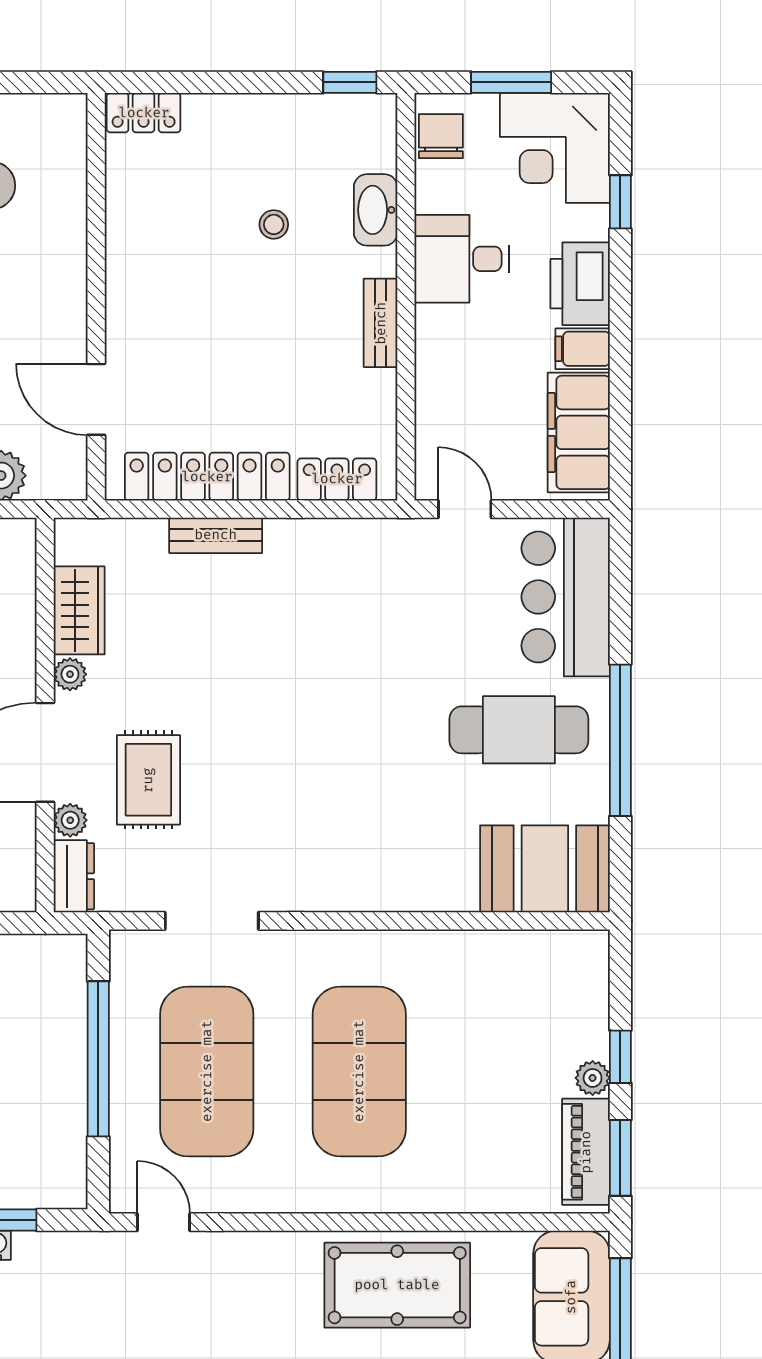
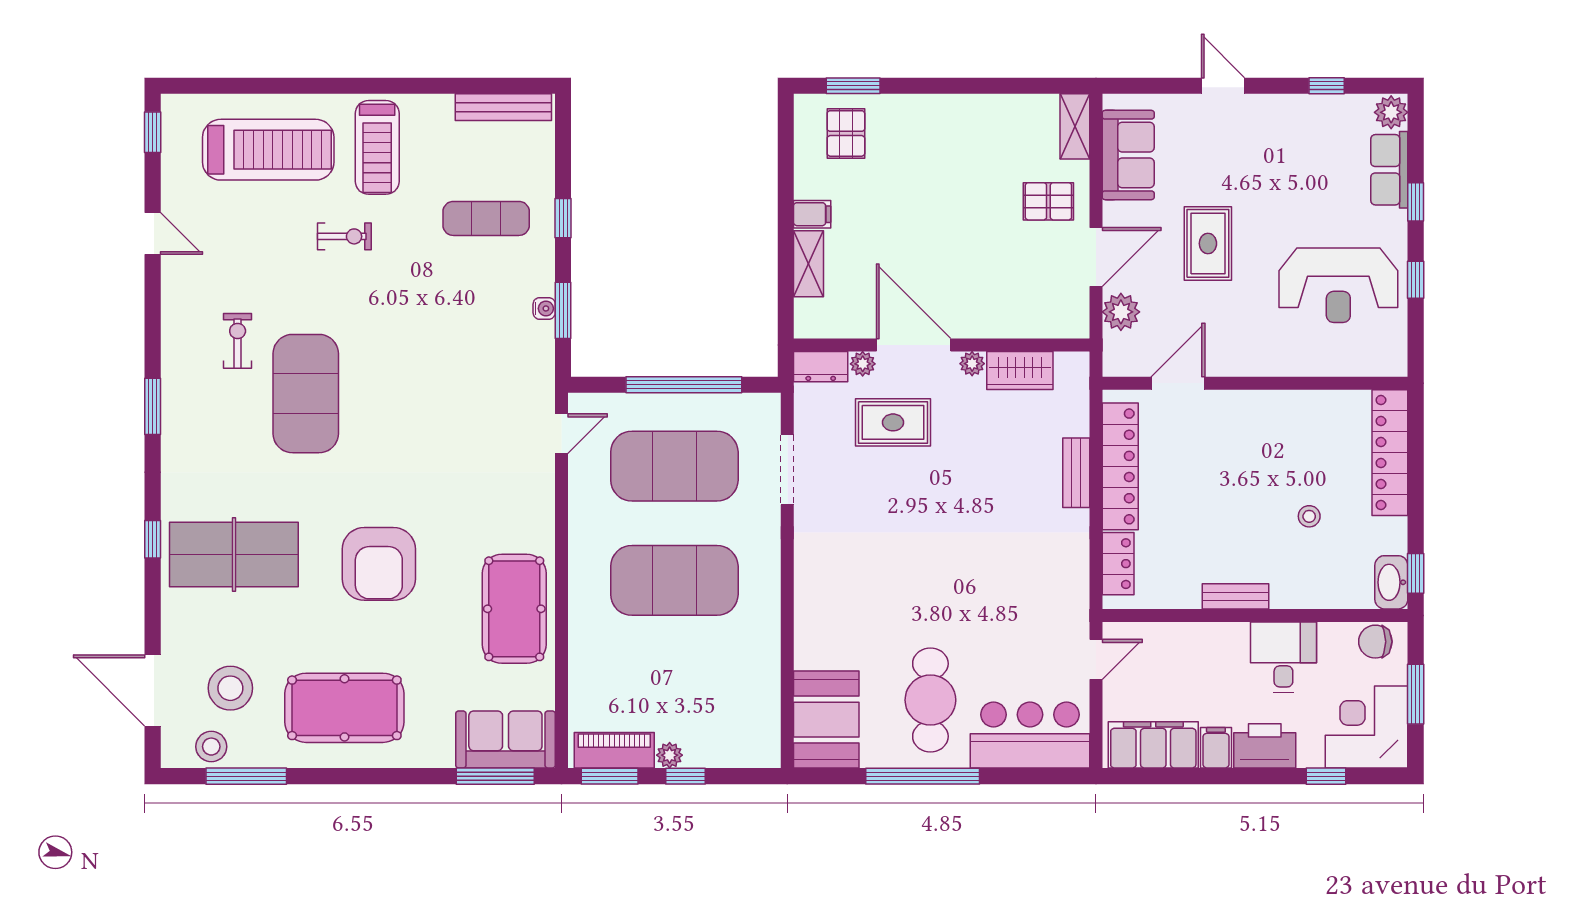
locker: (144, 113) -> (1390, 453), width x2.16, depth x1.21
chair: (441, 136) -> (1375, 642), turned 180
washbasin: (376, 210) -> (1391, 582), moved, turned -90

